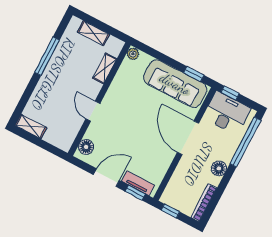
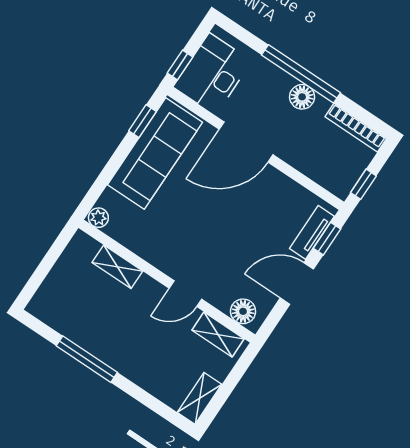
shelving: (93, 33) -> (218, 334), moved, turned 90
window: (245, 142) -> (301, 74), moved
door: (106, 178) -> (297, 283), hinge flipped

